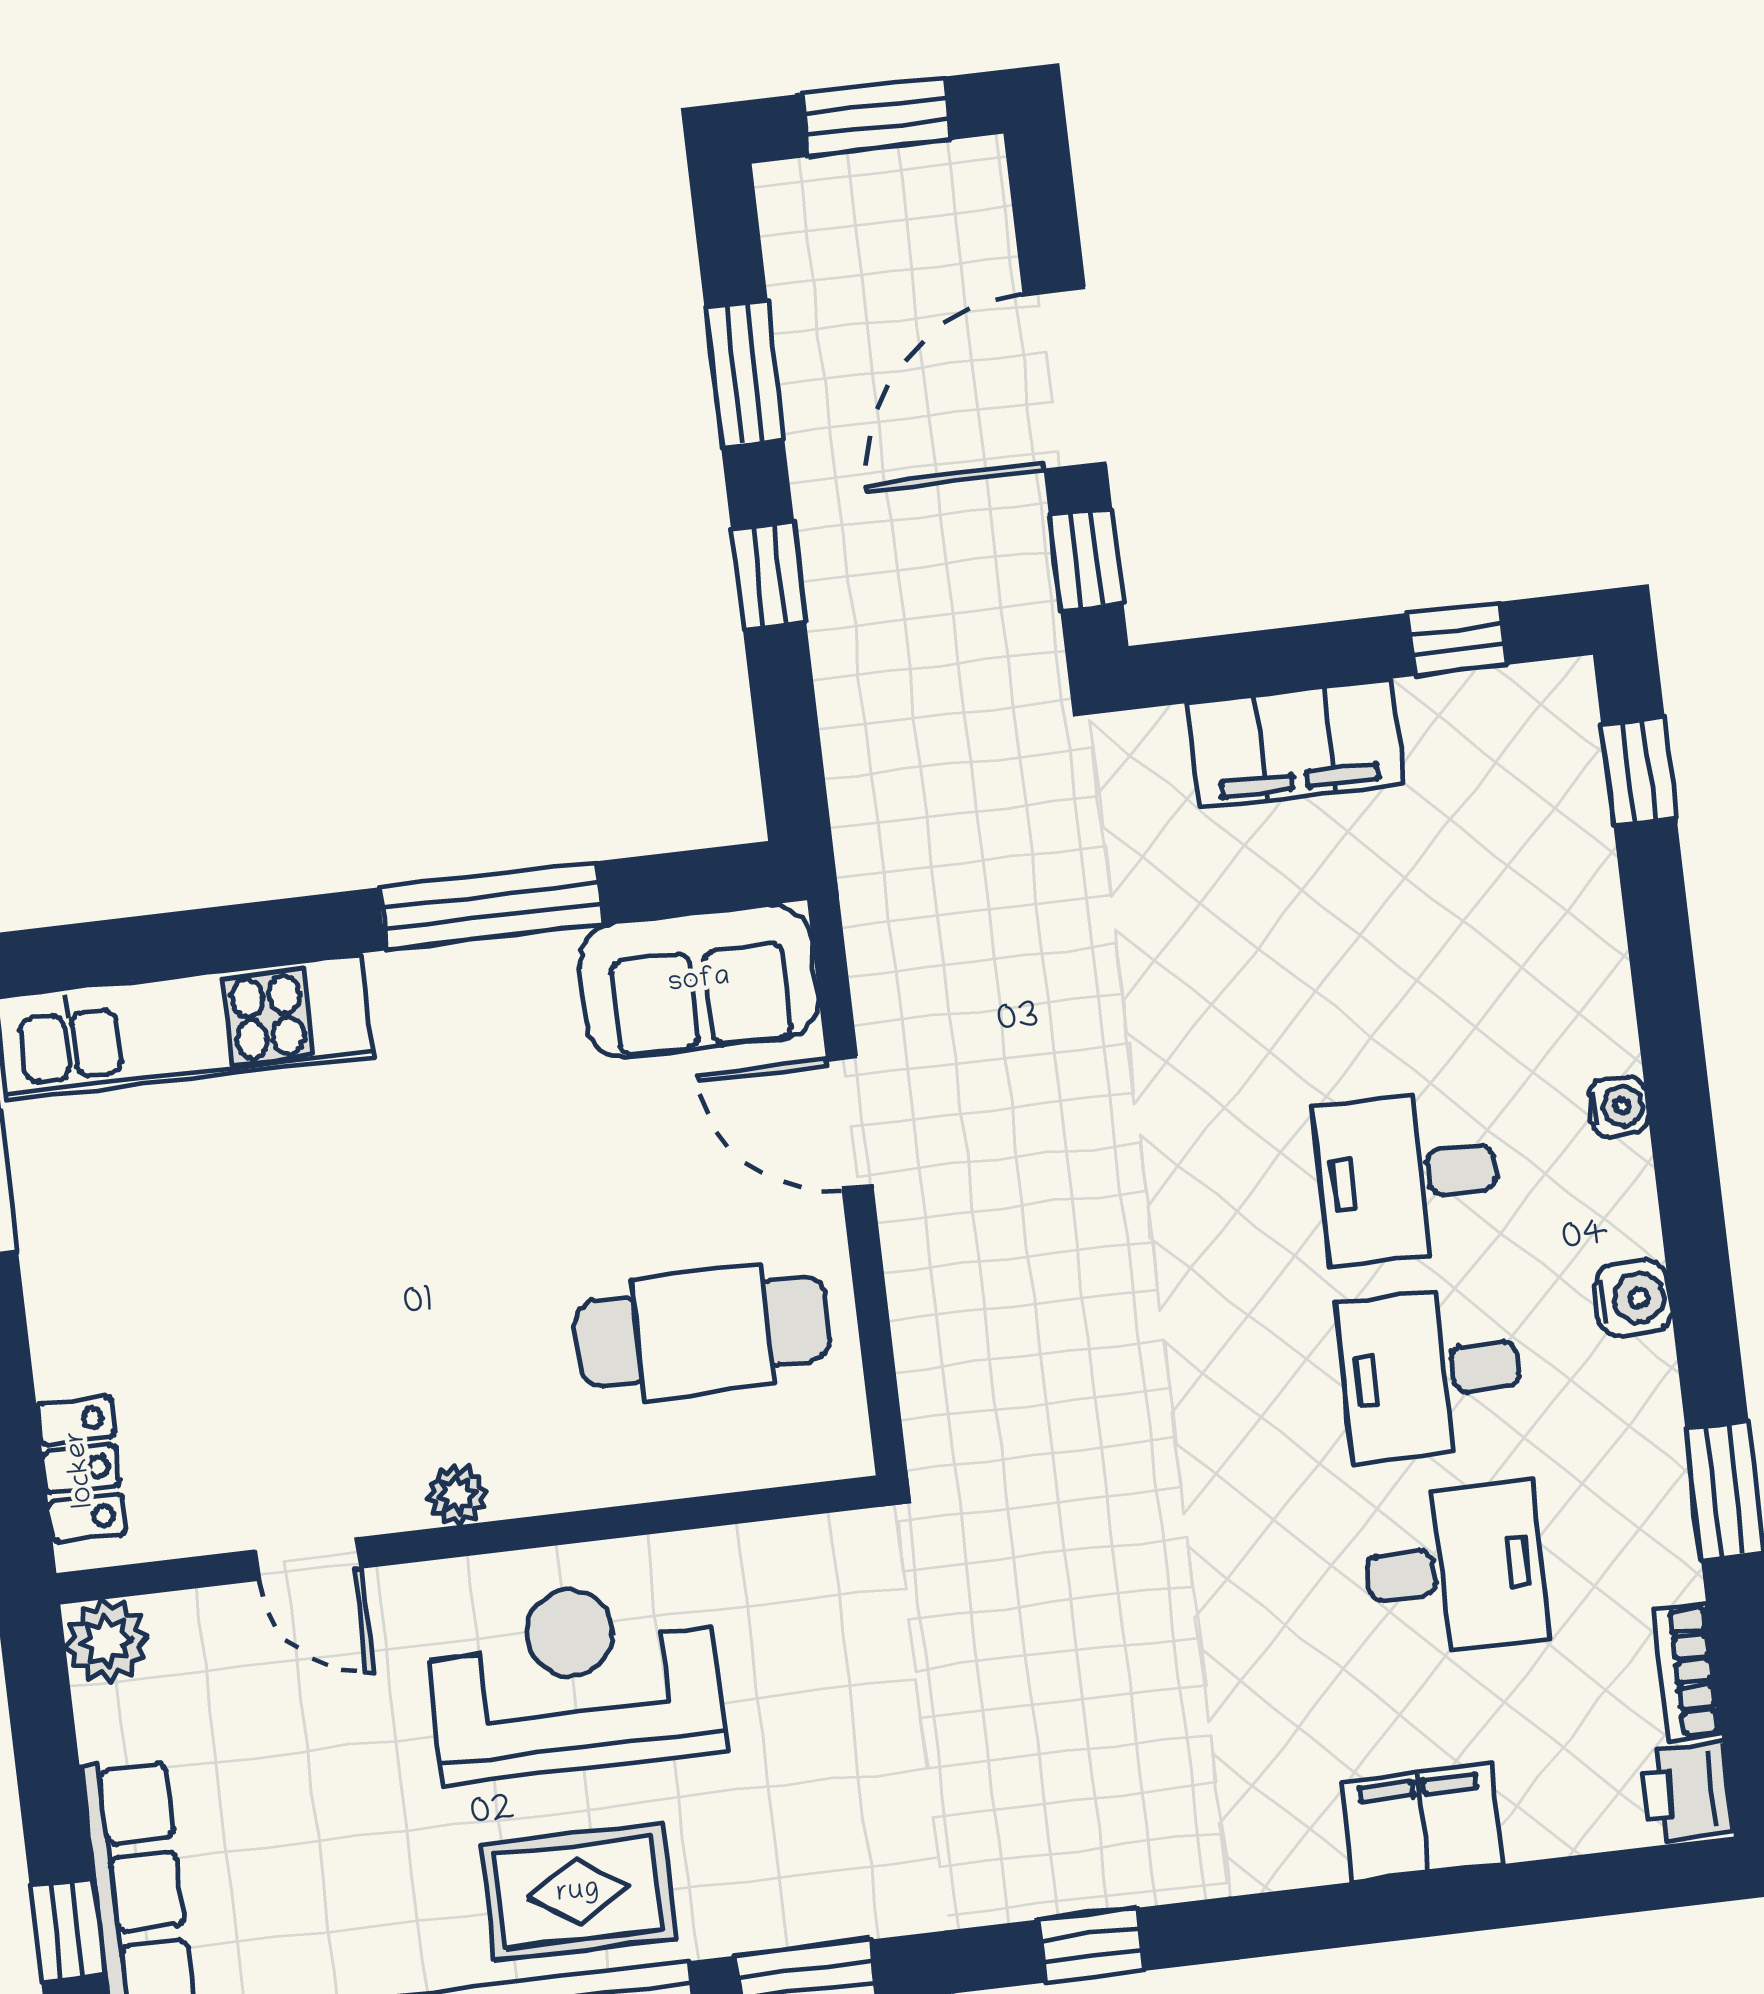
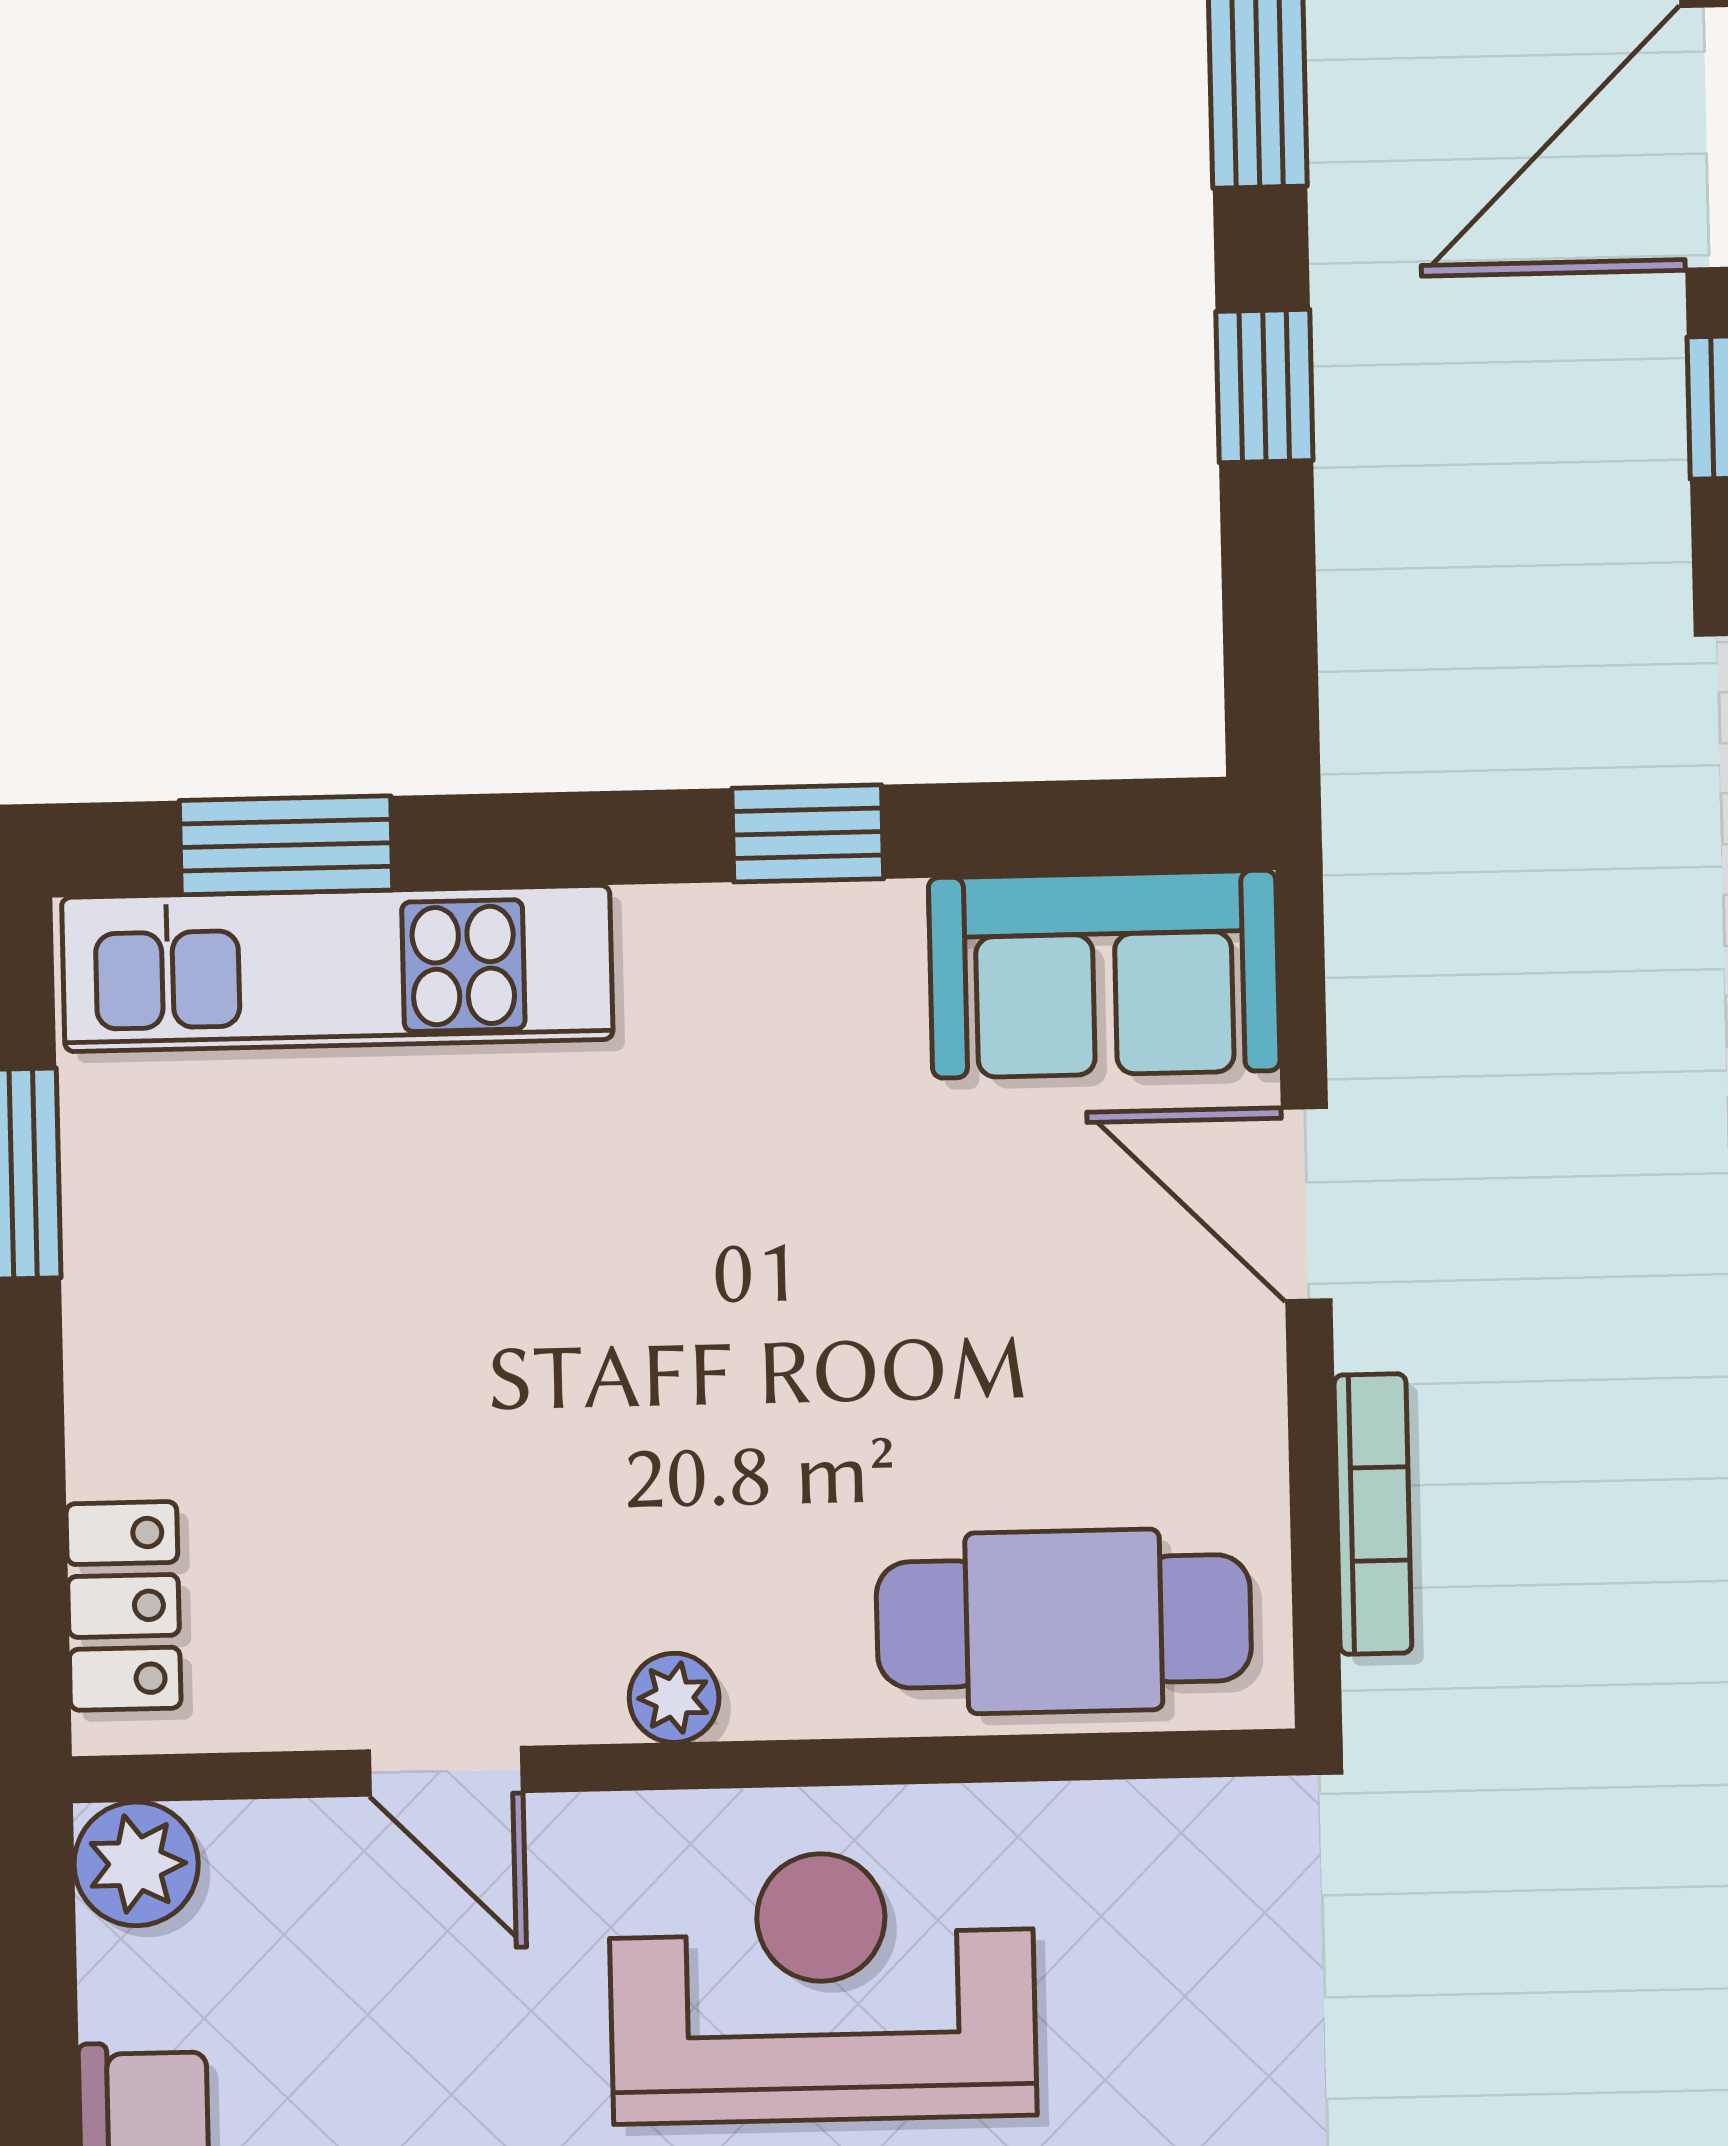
window: (491, 906) -> (808, 833), width x0.46
window: (141, 948) -> (286, 845), added
bookcase: (914, 1326) -> (1373, 1514), added
cafe table: (703, 1331) -> (1064, 1621), moved

